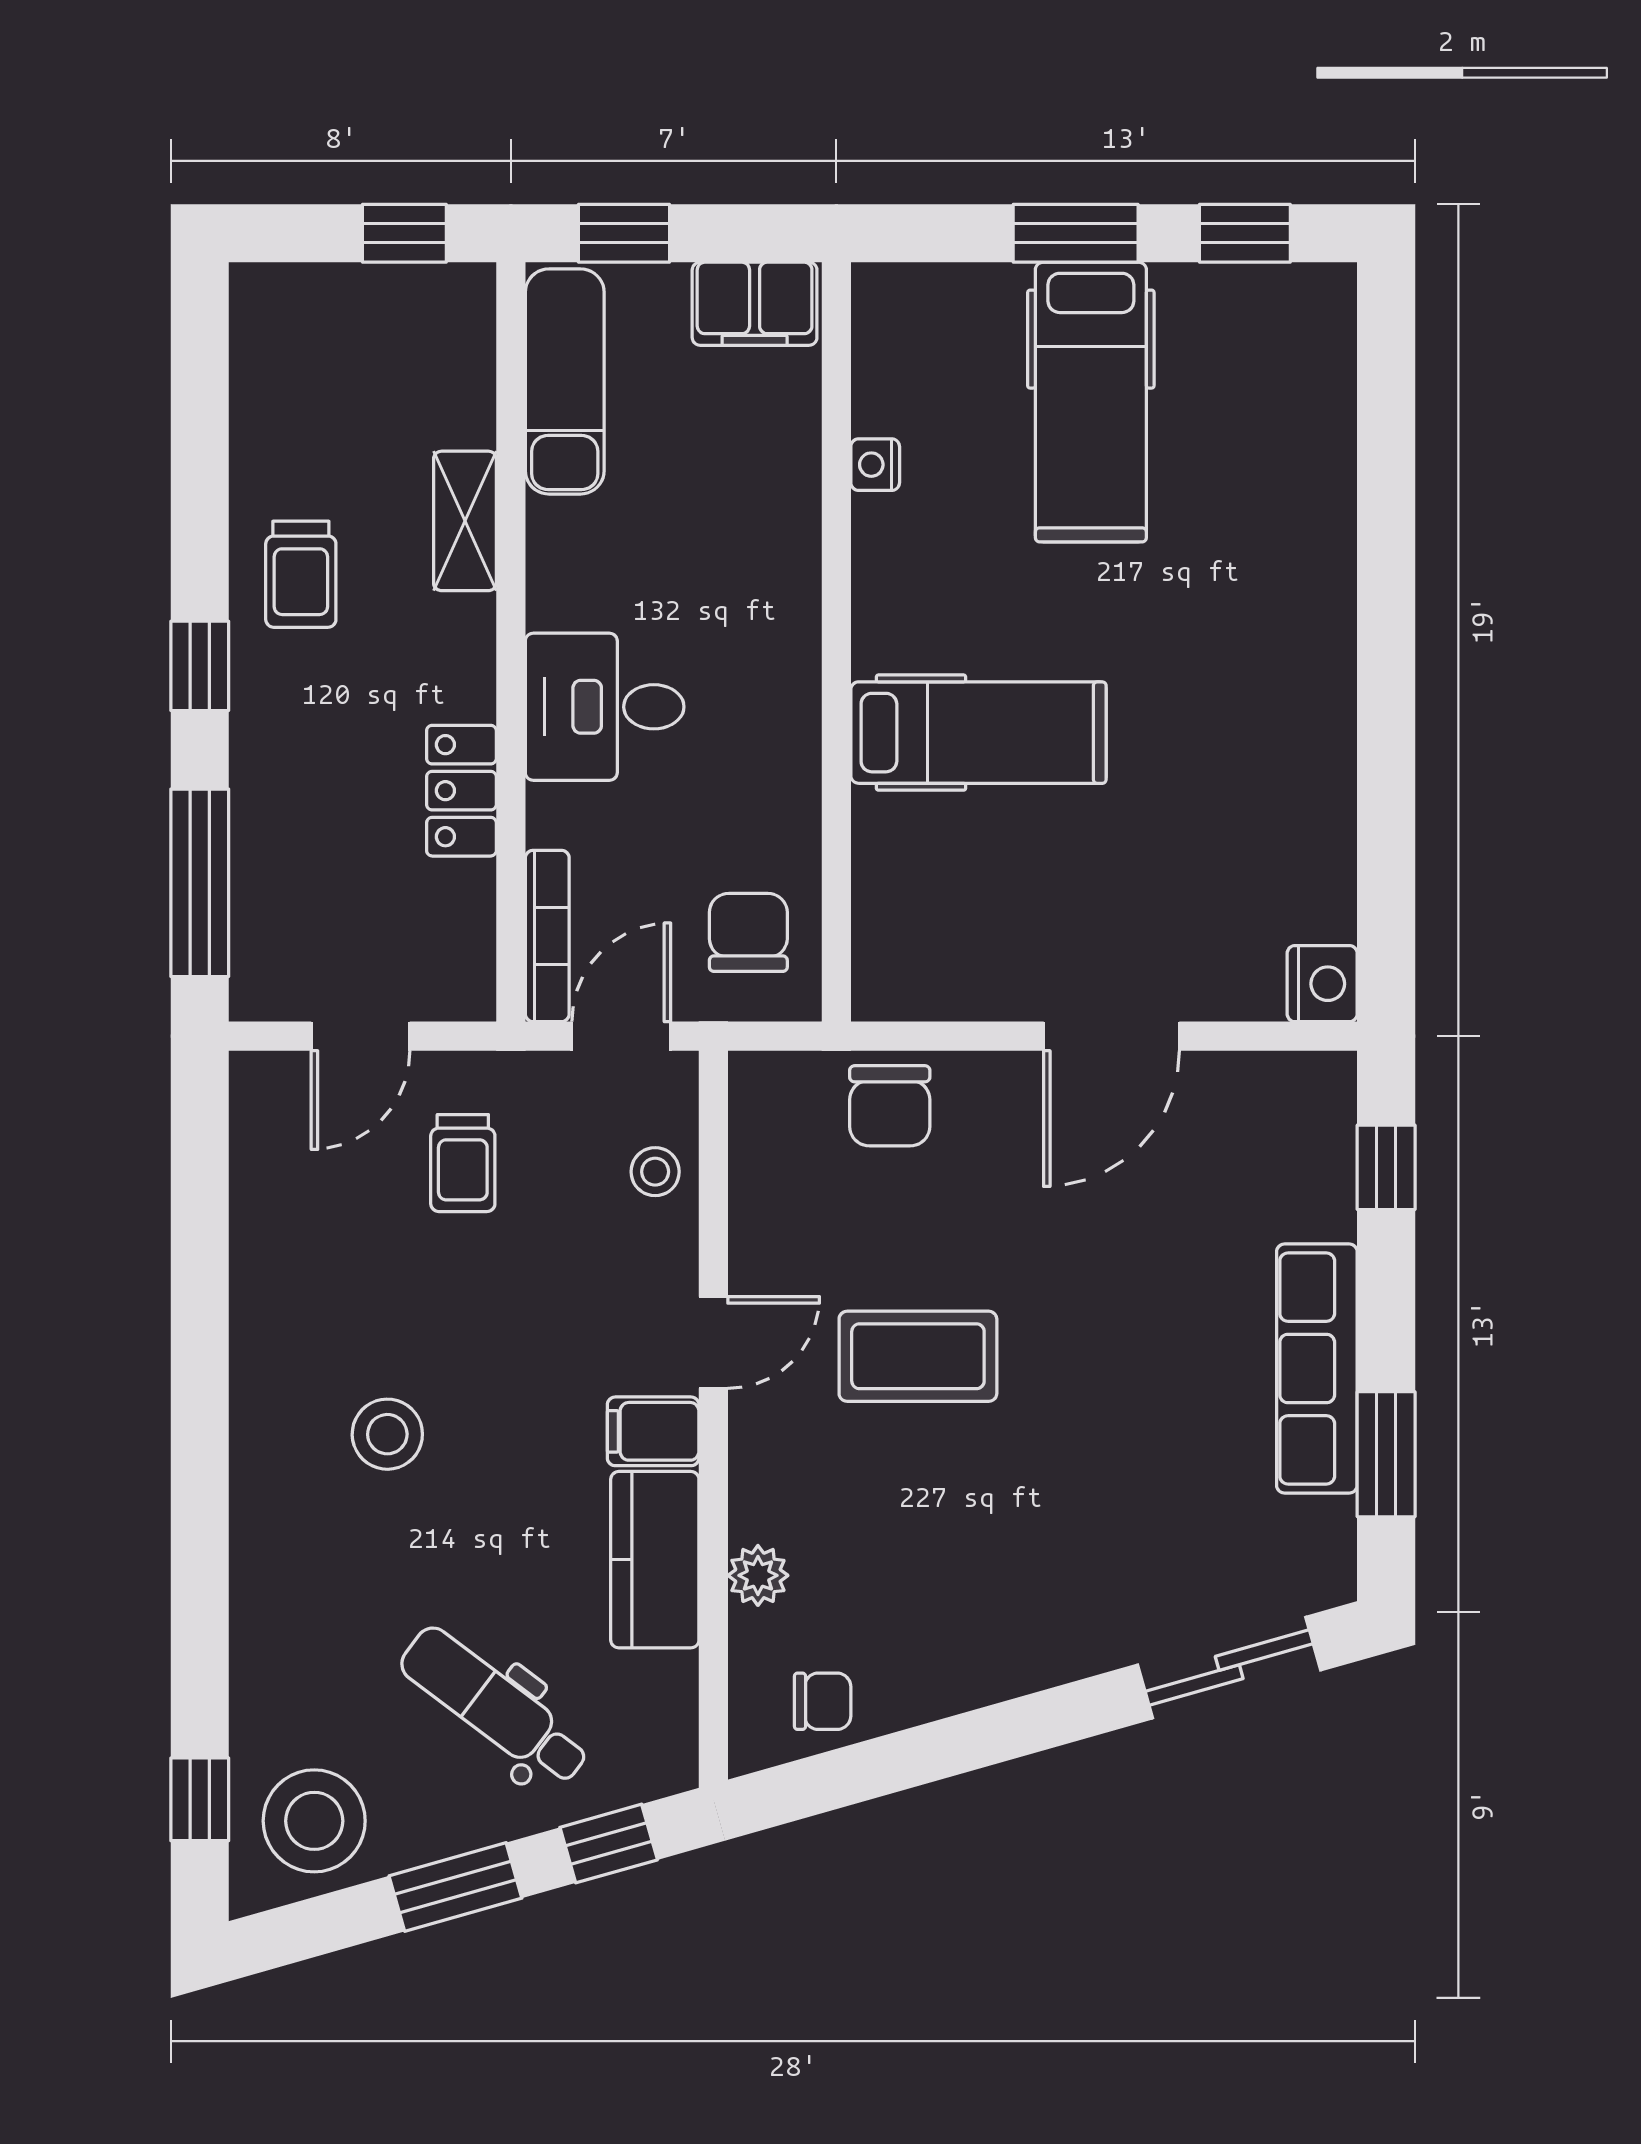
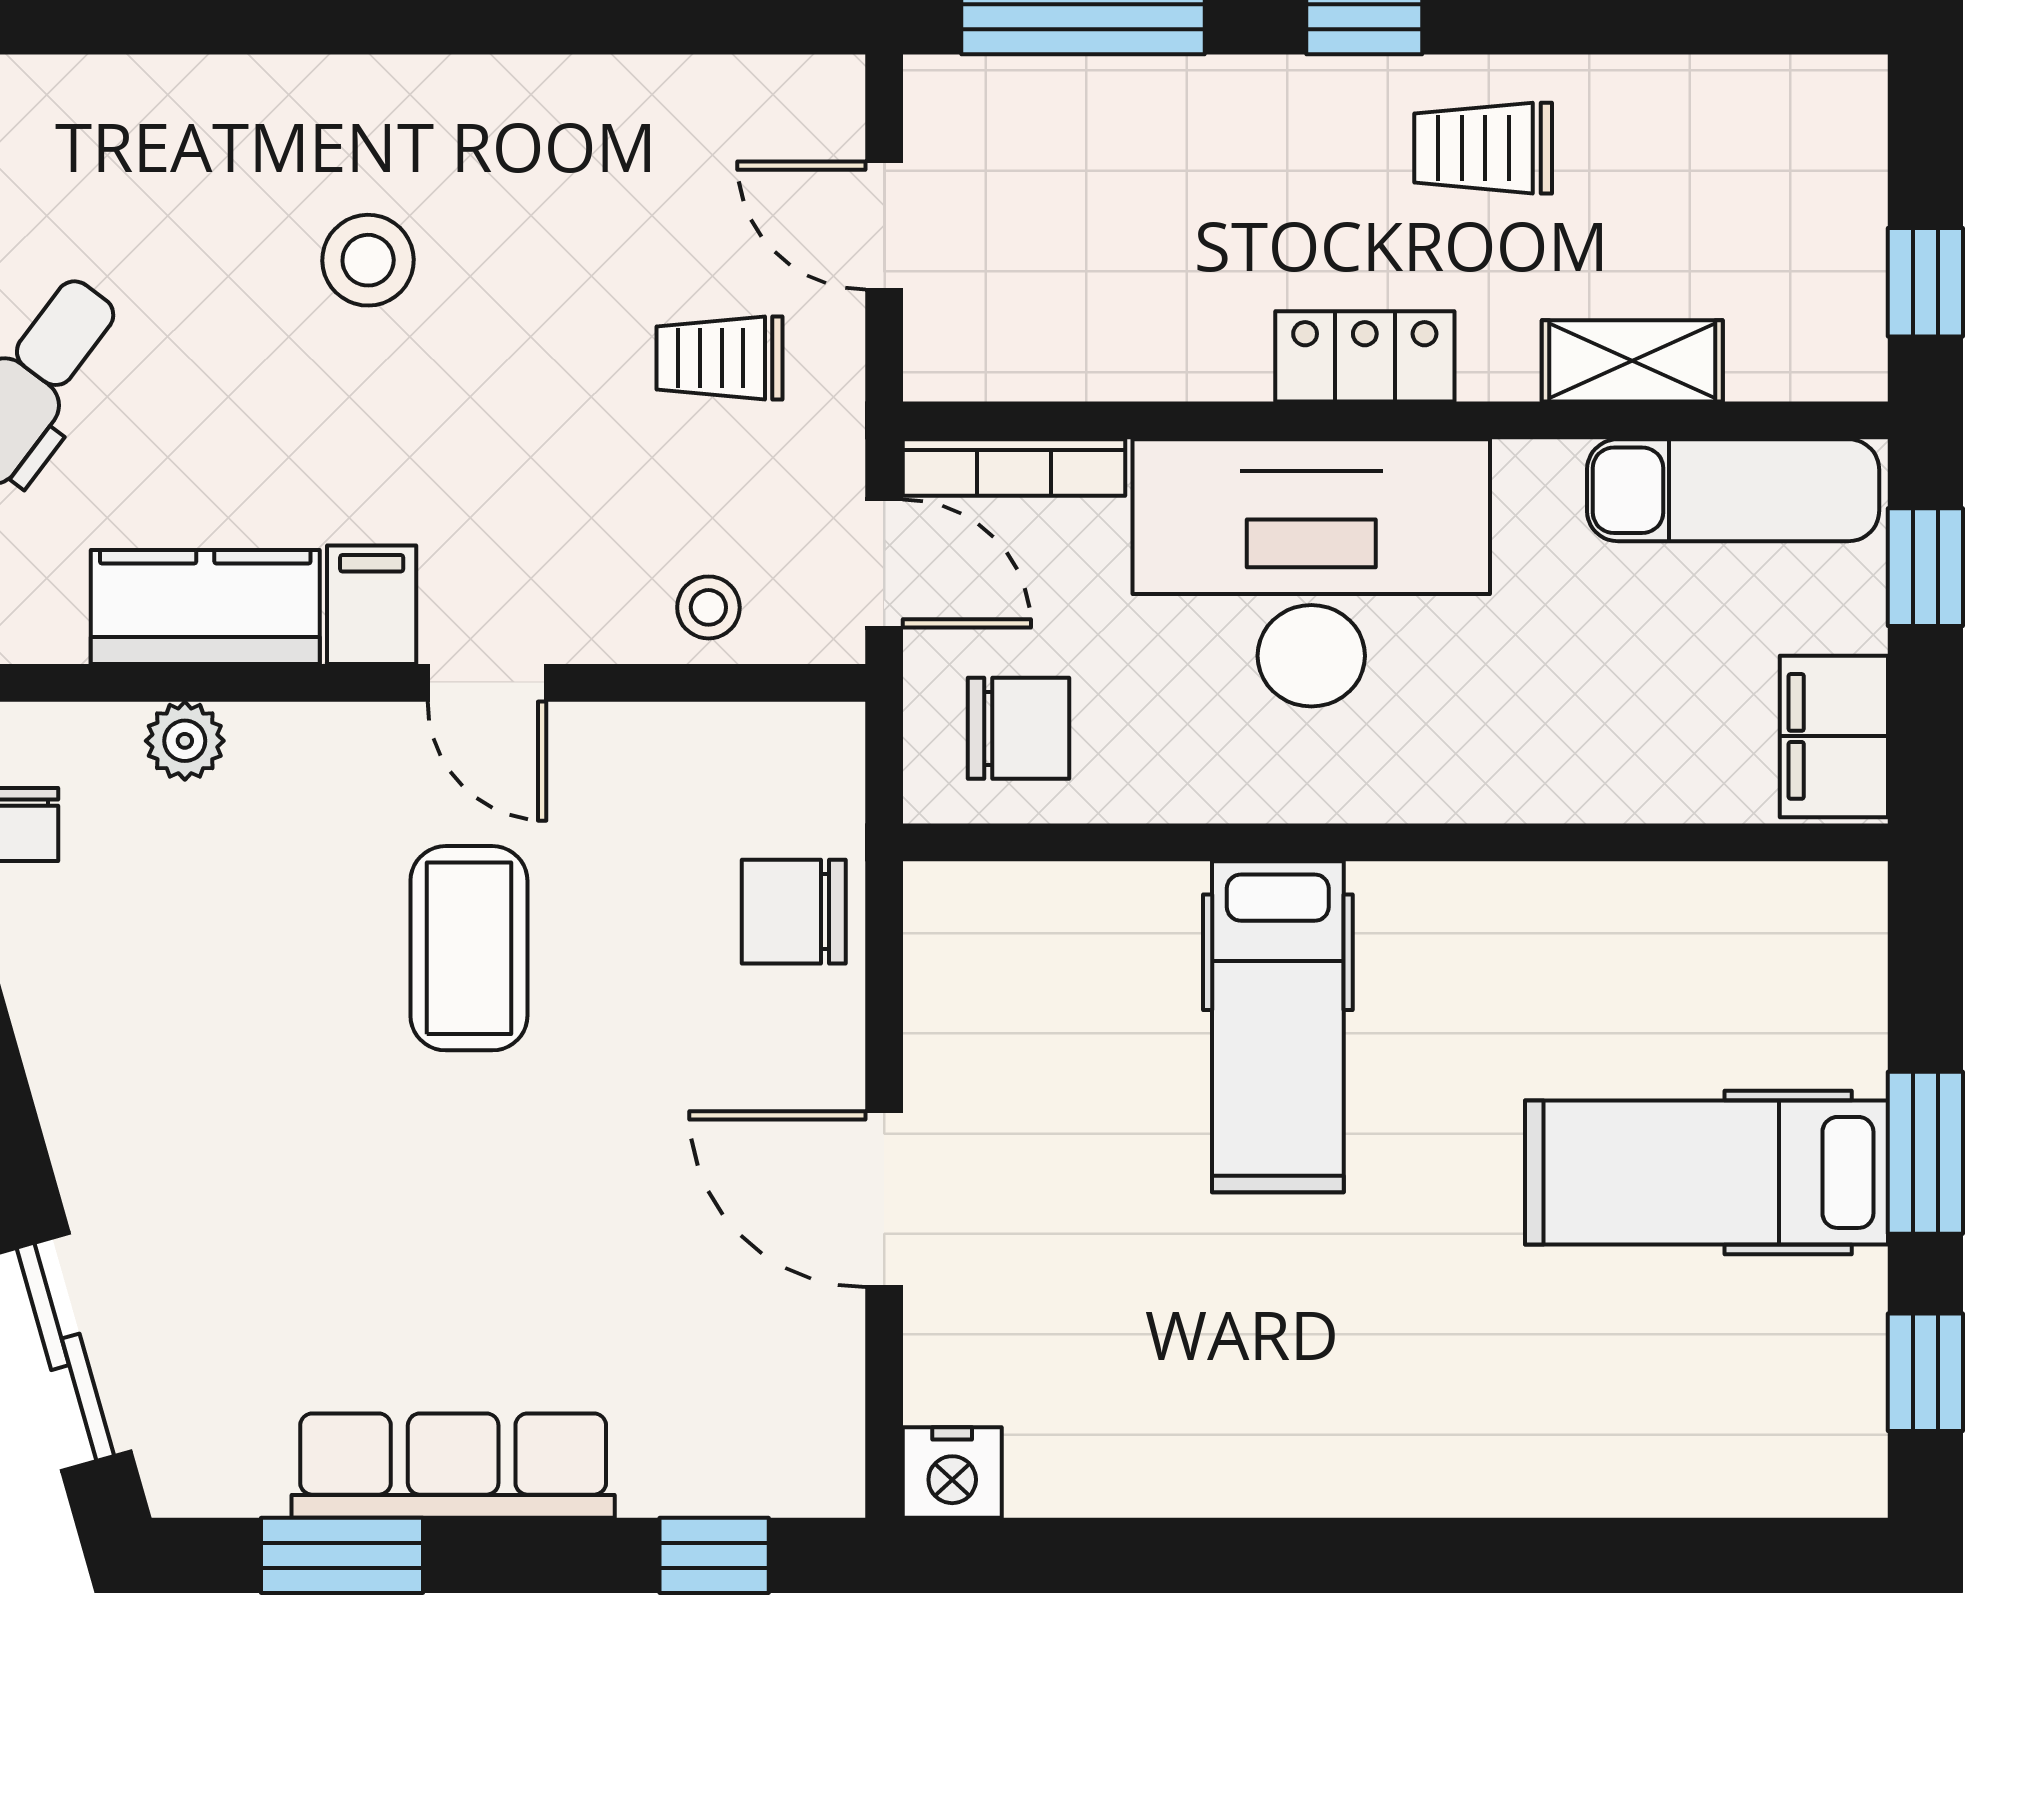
nightstand: (875, 465) -> (1625, 893), removed
shelving: (465, 521) -> (1632, 361), moved
desk: (605, 707) -> (1311, 573), width x1.87, depth x1.30
locker: (461, 791) -> (1365, 356), moved

